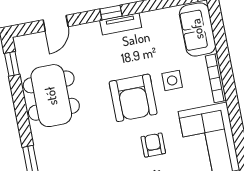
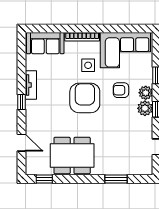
tv unit: (121, 24) -> (31, 85), moved
side table: (172, 80) -> (88, 65), moved
armchair: (133, 98) -> (85, 98), turned -90

